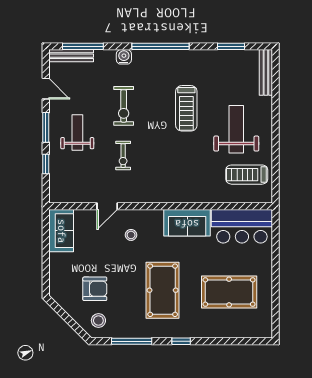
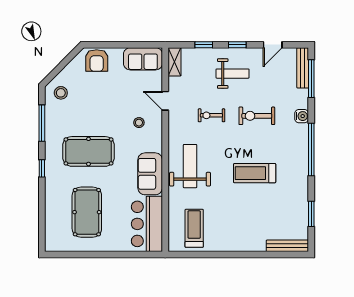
window: (46, 127) -> (237, 45), width x0.67
weight bench: (236, 129) -> (190, 166), moved, turned -90
shelving: (64, 196) -> (174, 62), added
armchair: (95, 289) -> (97, 60), moved

